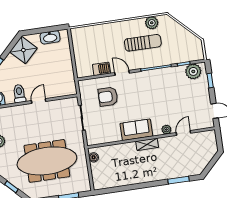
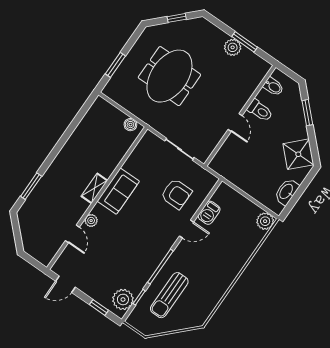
plant: (152, 23) -> (265, 221), moved
sun lounger: (143, 43) -> (169, 295), moved
armchair: (108, 97) -> (176, 194), turned 90
meeting table: (47, 161) -> (169, 76), width x0.73

